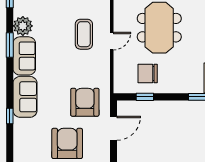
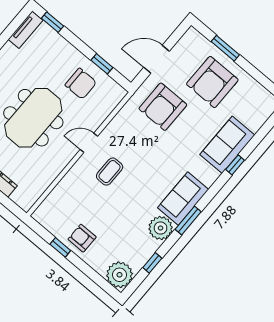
coffee table: (84, 34) -> (110, 172), width x0.73, depth x0.77
sofa: (25, 97) -> (227, 145), moved
window: (10, 116) -> (235, 165), moved

